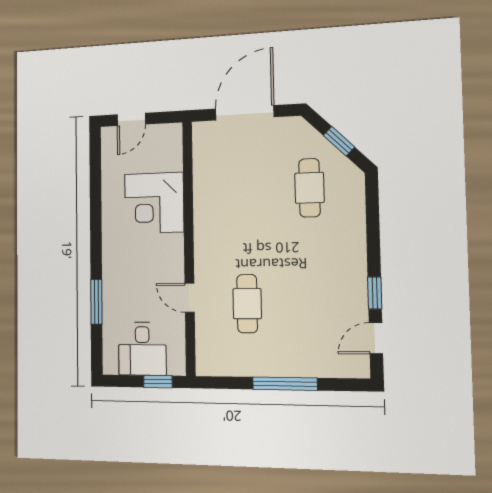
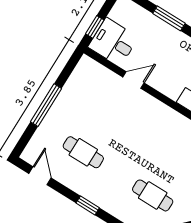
window: (375, 293) -> (88, 205), moved
cafe table: (247, 304) -> (83, 152), moved
desk: (142, 349) -> (113, 42), moved

